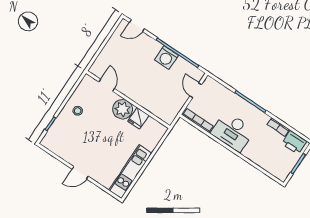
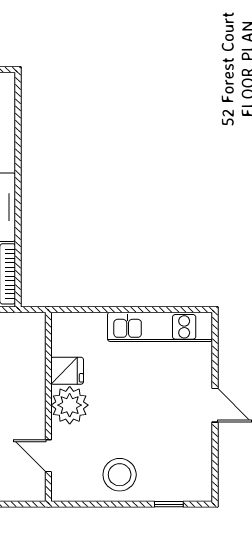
door: (107, 85) -> (48, 456), hinge flipped
stool: (78, 111) -> (120, 475), width x1.89, depth x1.89

